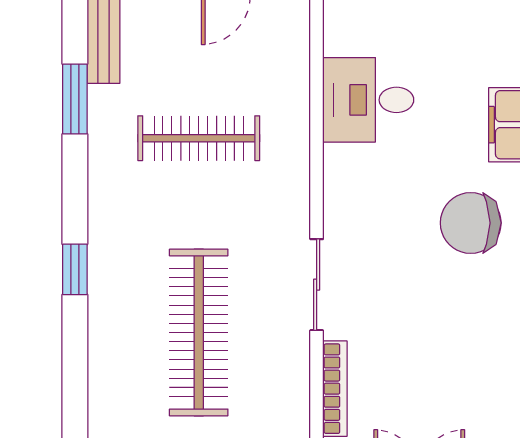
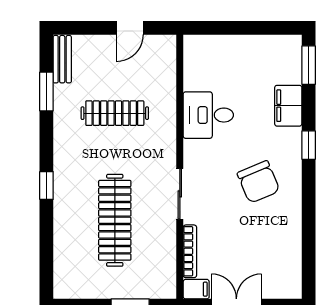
desk: (368, 100) -> (208, 115), moved
chair: (471, 223) -> (258, 182), moved, turned -113

